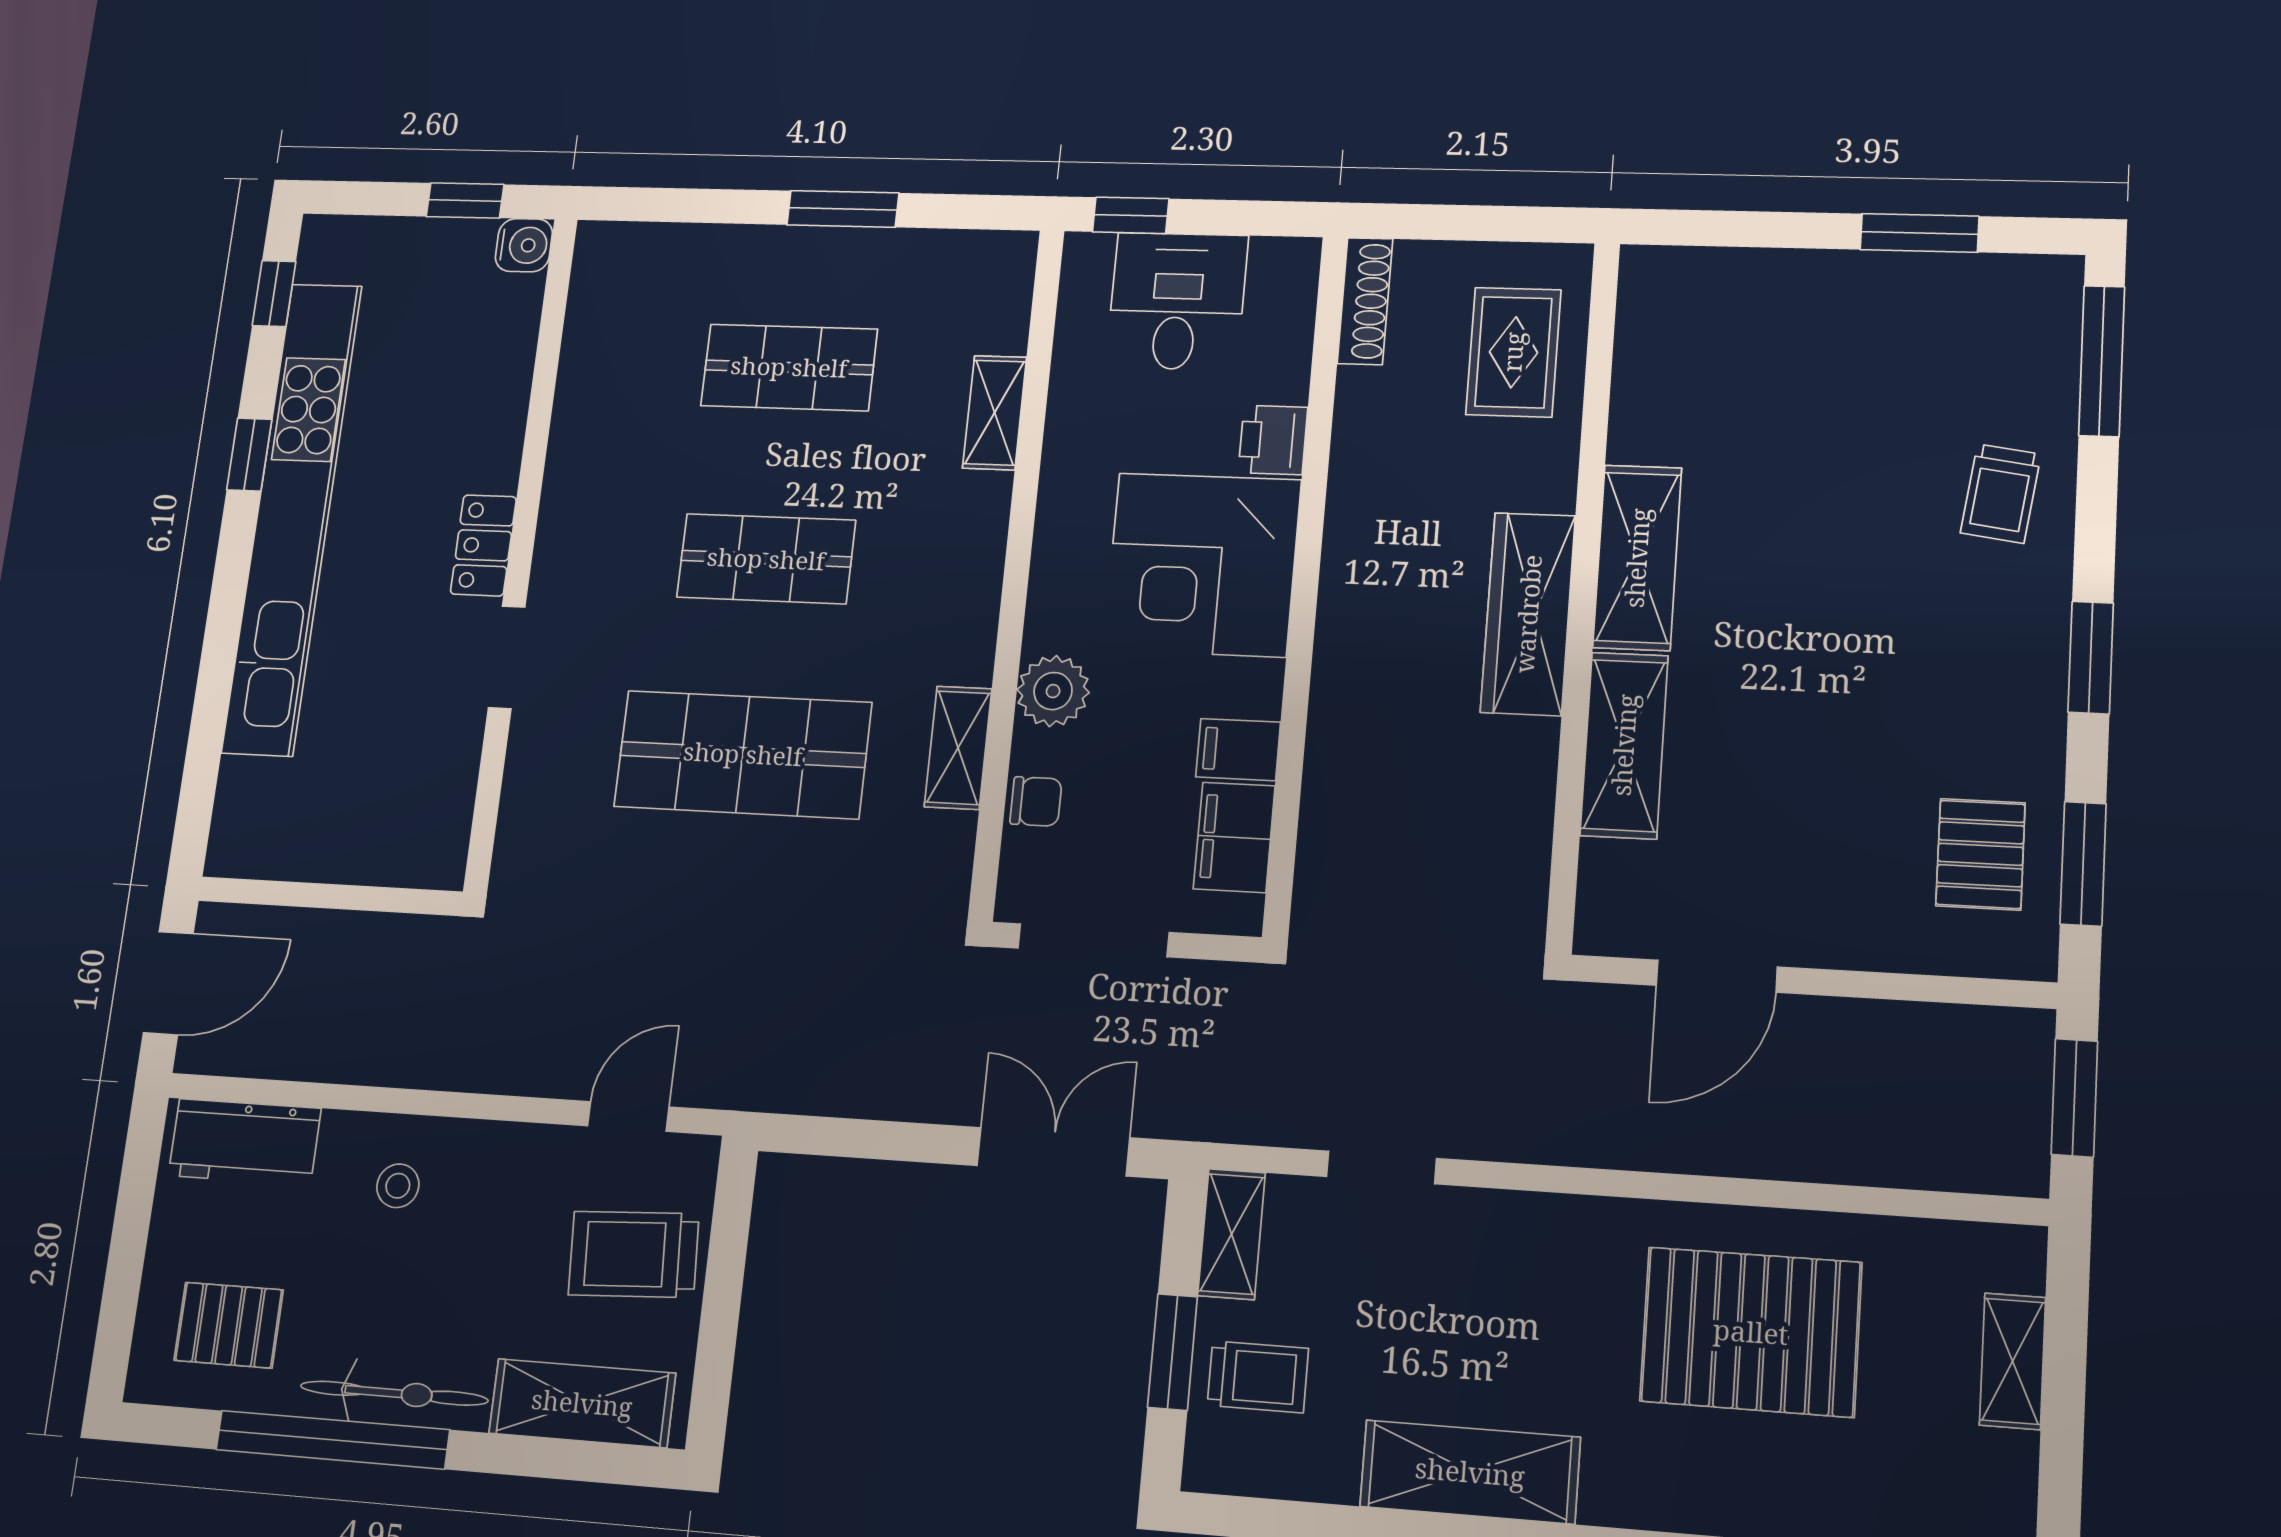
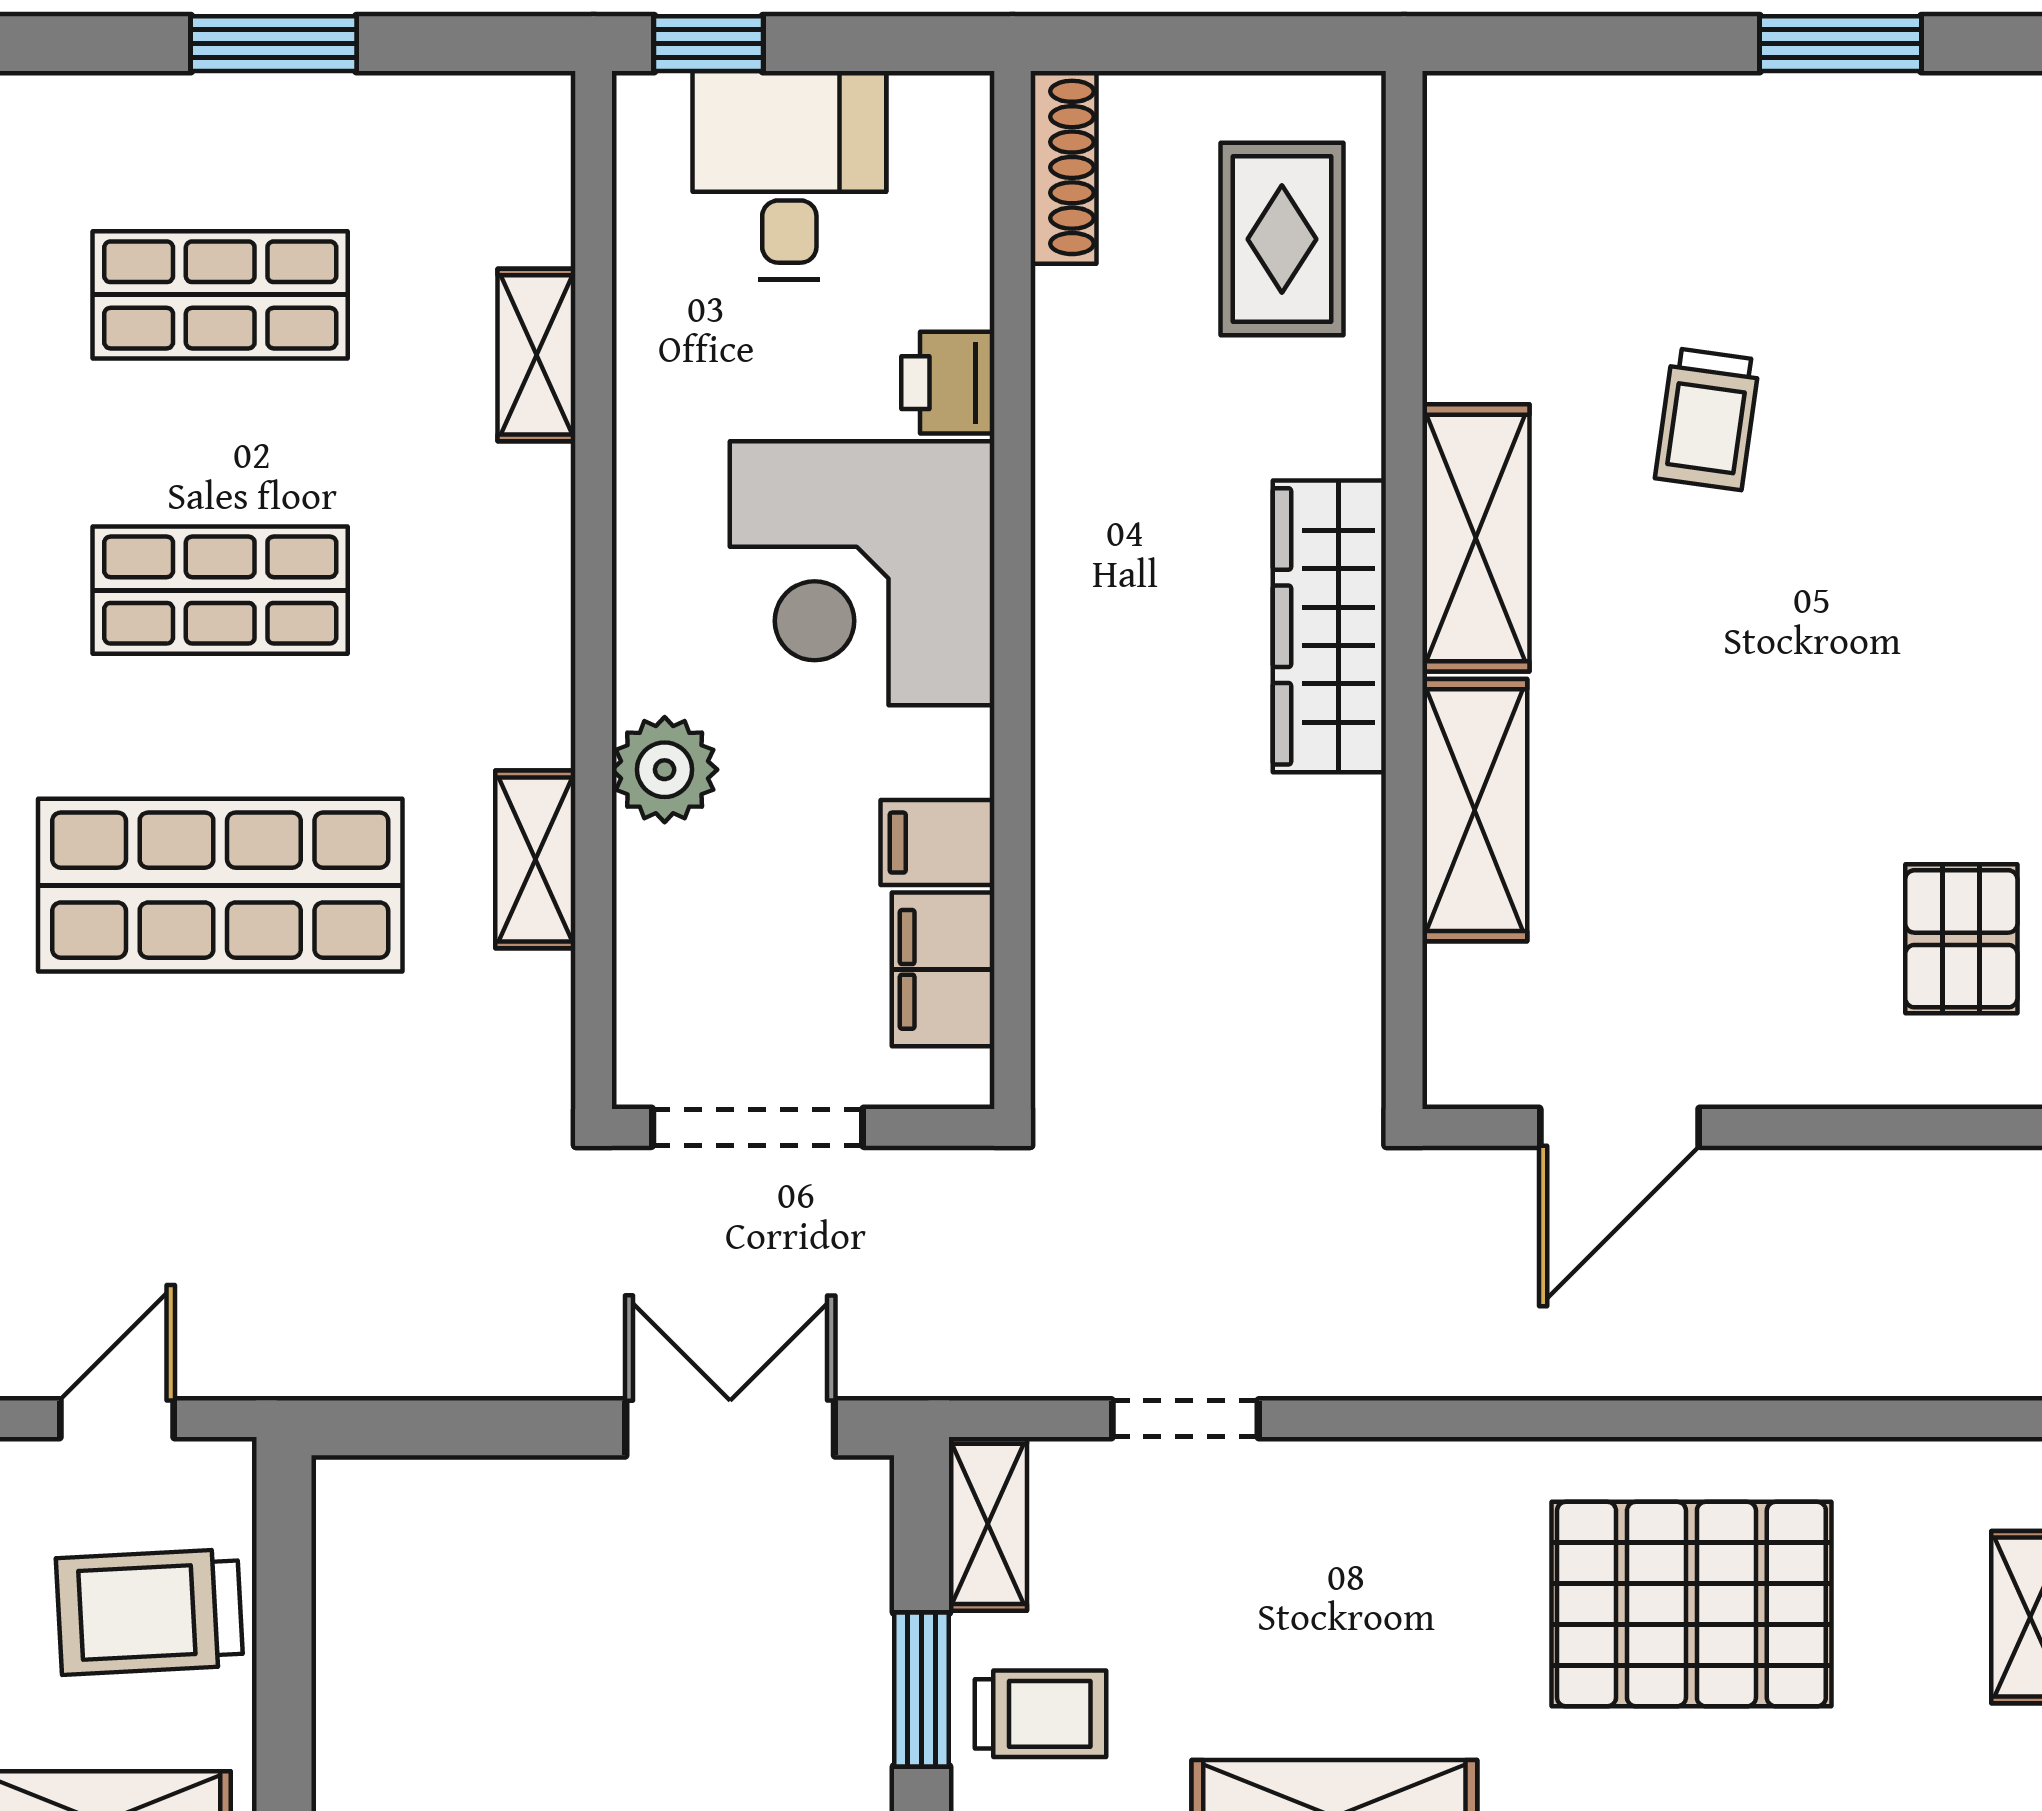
trolley: (2001, 494) -> (1707, 419), moved
chair: (1036, 801) -> (656, 932), removed

